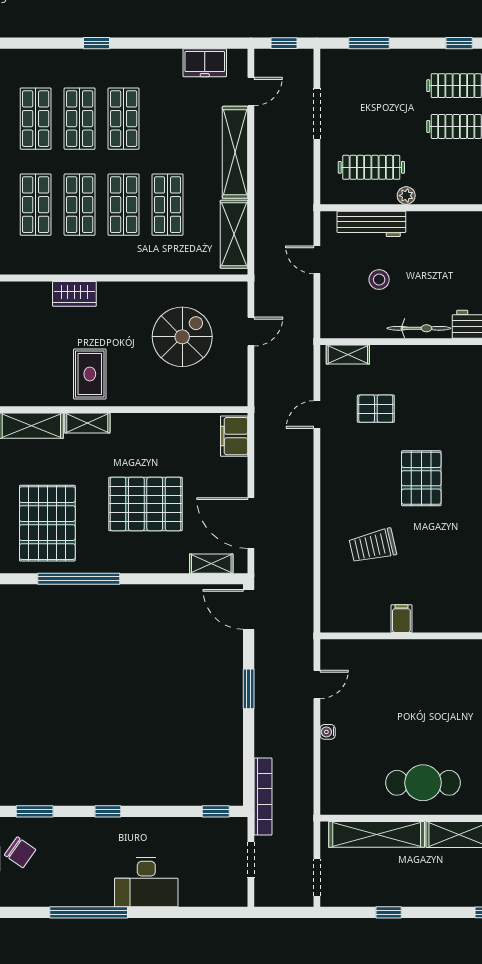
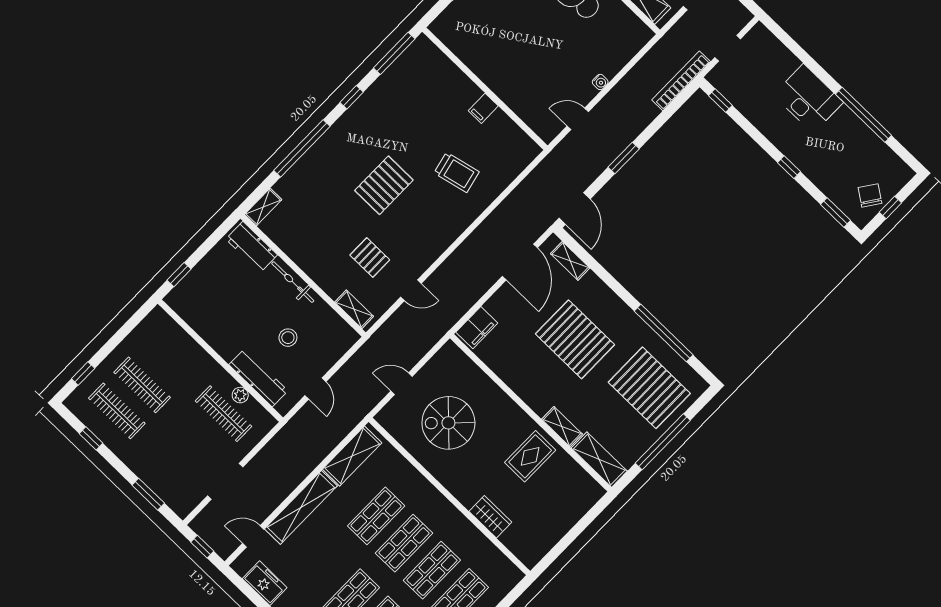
plant: (406, 196) -> (240, 395), moved
pallet: (47, 523) -> (649, 388), turned 90

